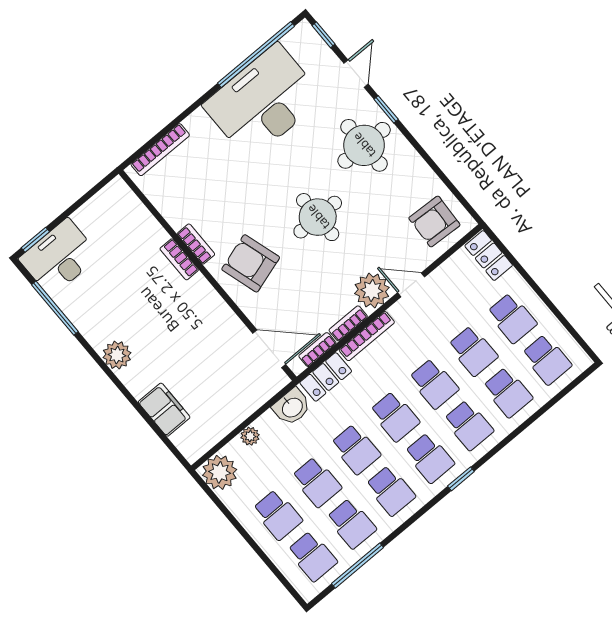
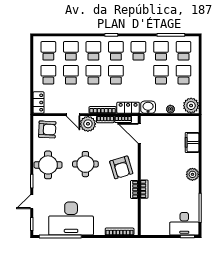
round table: (364, 145) -> (48, 165), moved
school desk: (356, 449) -> (138, 75), removed

